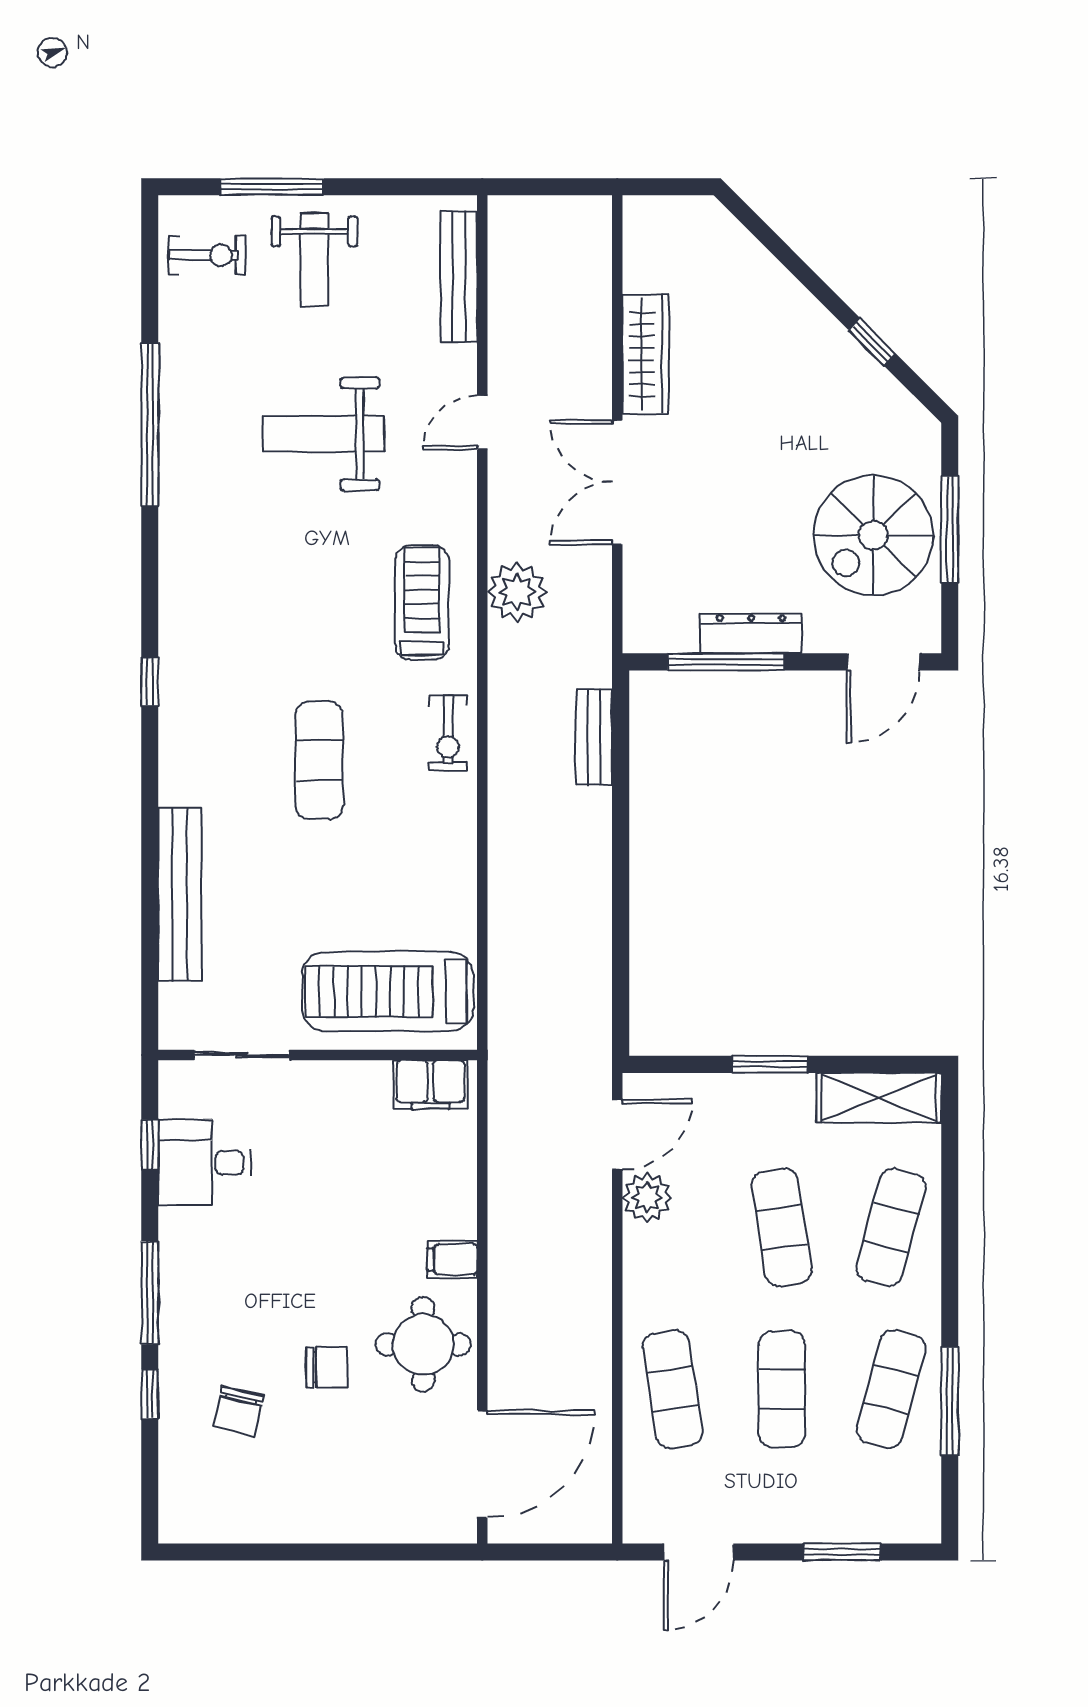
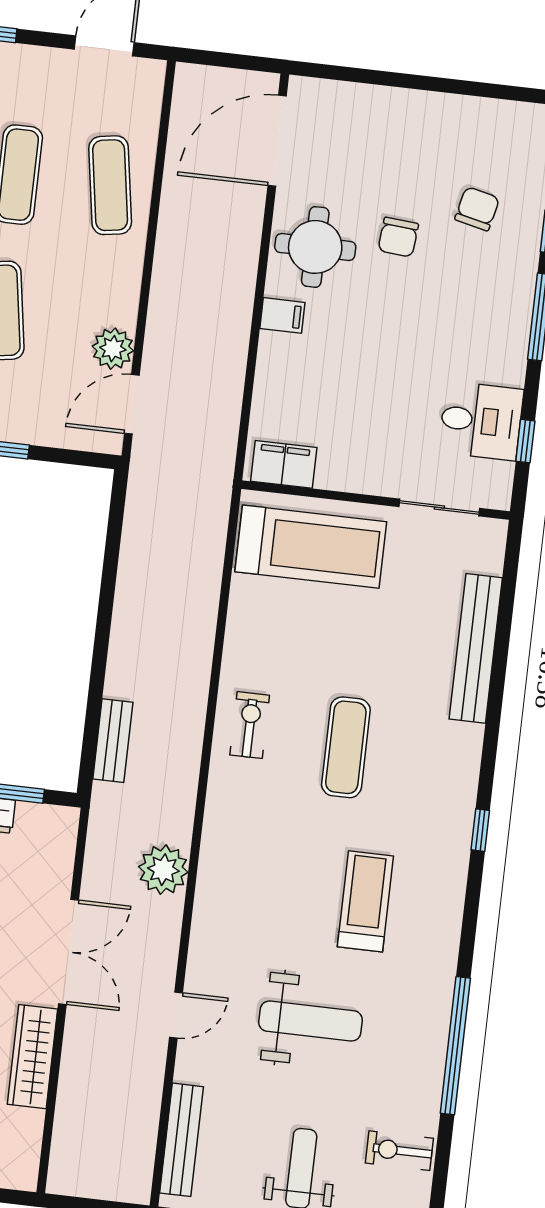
exercise bike: (207, 255) -> (399, 1151), moved
treadmill: (422, 603) -> (365, 901), moved, turned 180
exercise bike: (448, 733) -> (250, 725), moved
chair: (327, 1367) -> (398, 237), turned -85

